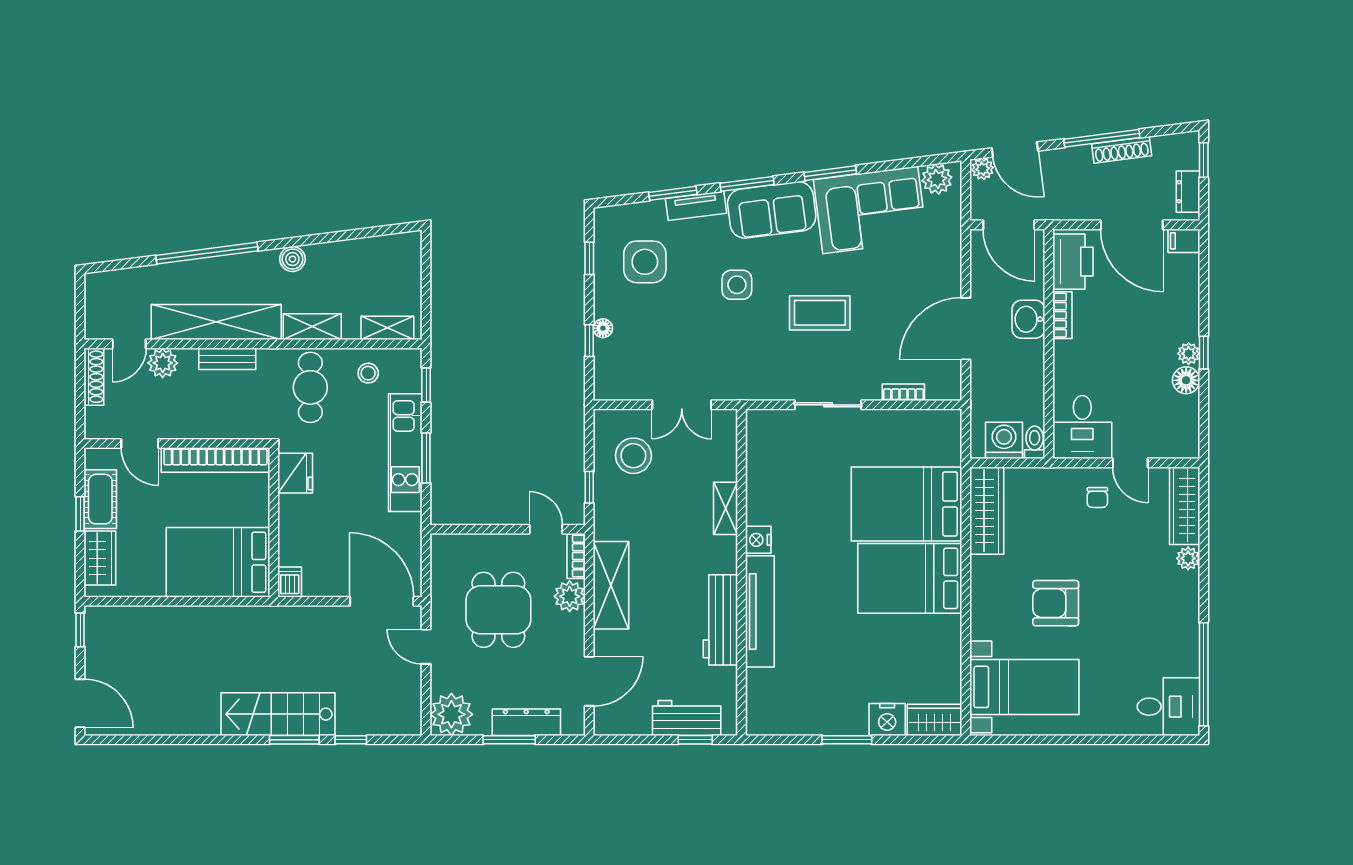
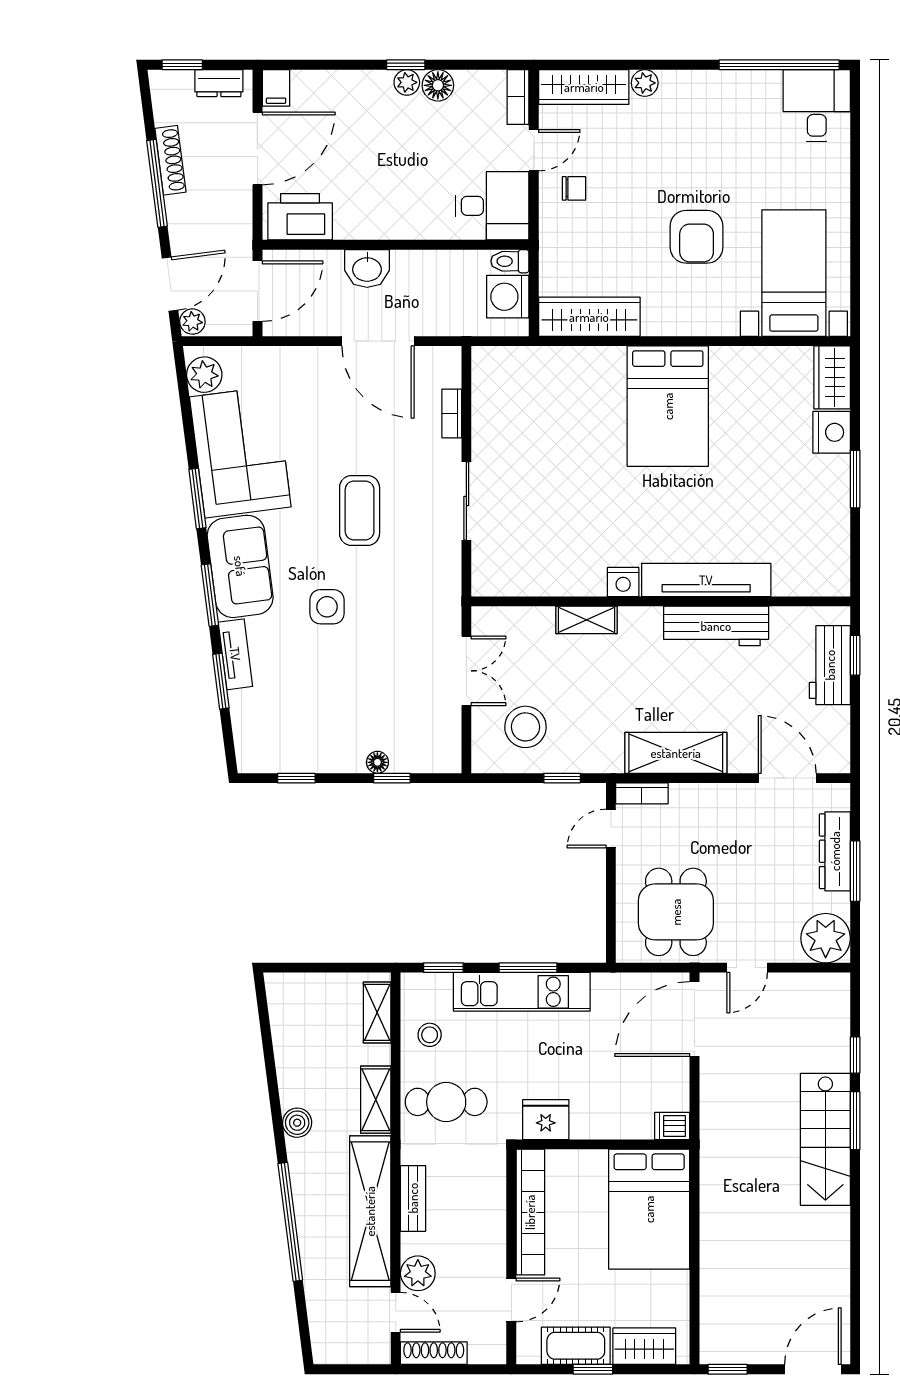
side table: (645, 262) -> (300, 714), removed
bookcase: (1062, 315) -> (518, 97), moved, turned -90
bed: (907, 504) -> (581, 410), removed
plant: (570, 596) -> (689, 801), removed
dining table: (498, 610) -> (676, 912), moved, turned 90

